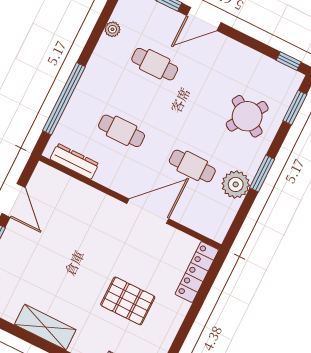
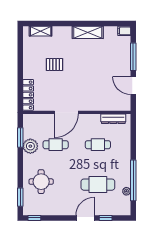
cafe table: (155, 64) -> (98, 185), width x1.37, depth x1.35
window: (64, 99) -> (133, 180), moved
round table: (247, 116) -> (41, 182), turned -33
window: (262, 173) -> (20, 138), moved
pallet: (128, 301) -> (54, 65), width x0.67, depth x0.71

